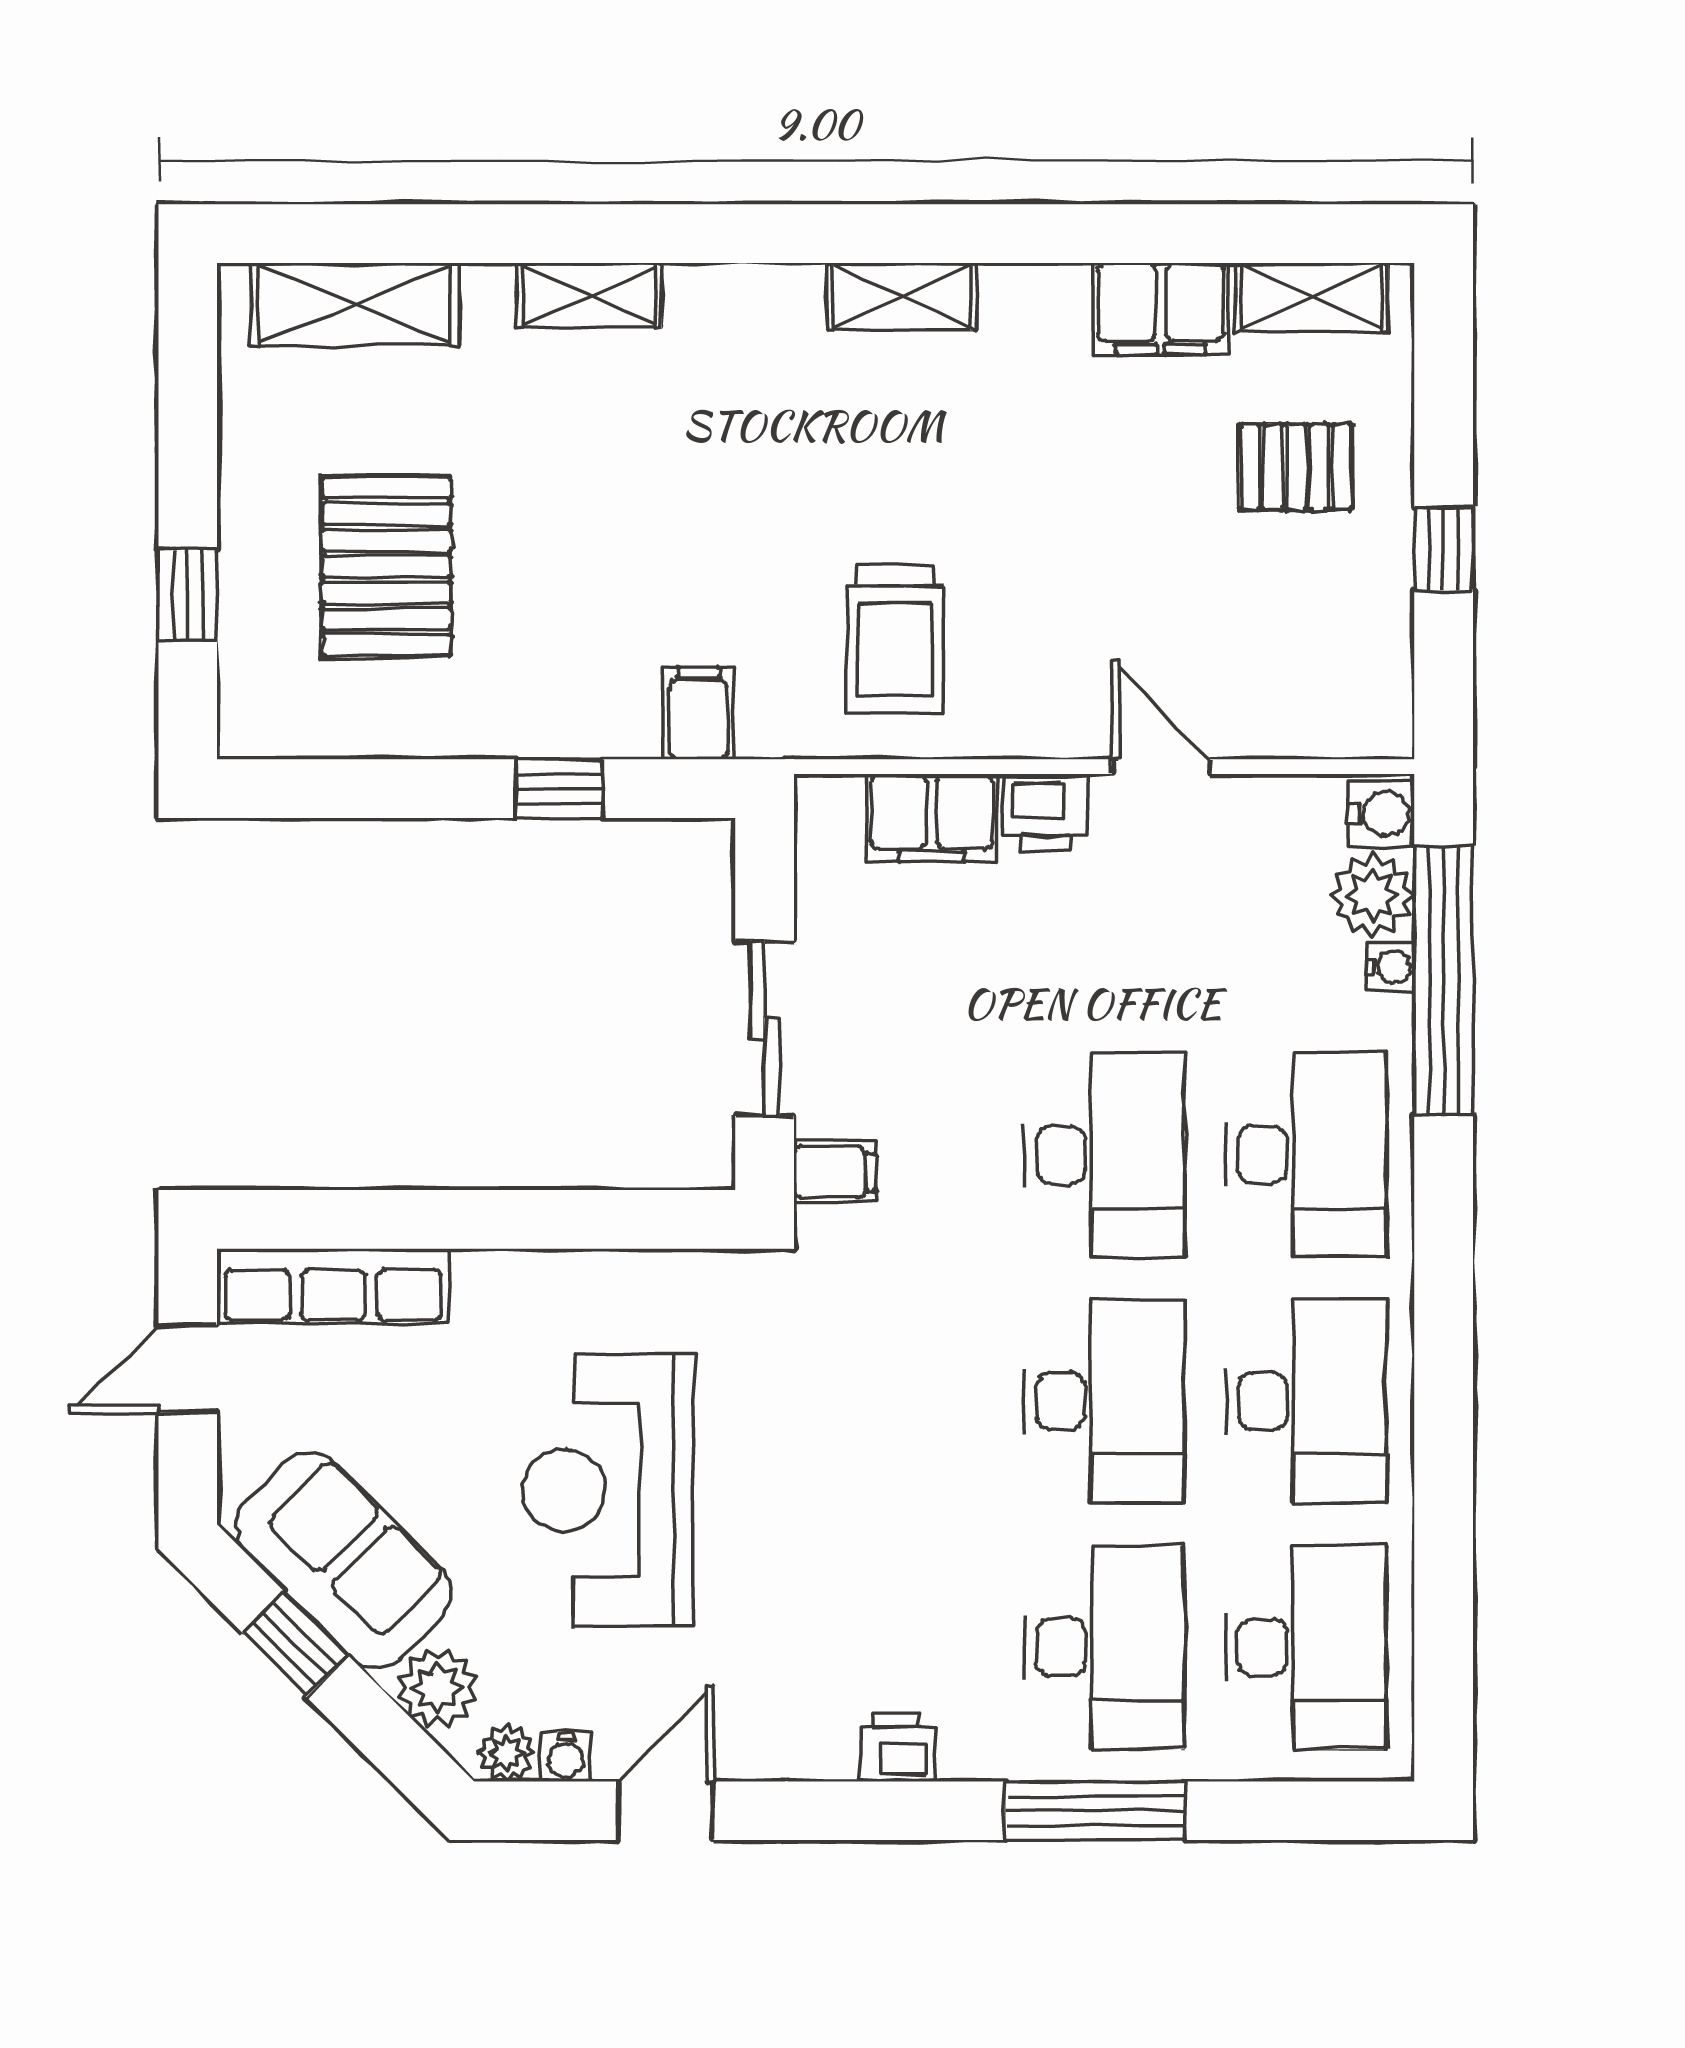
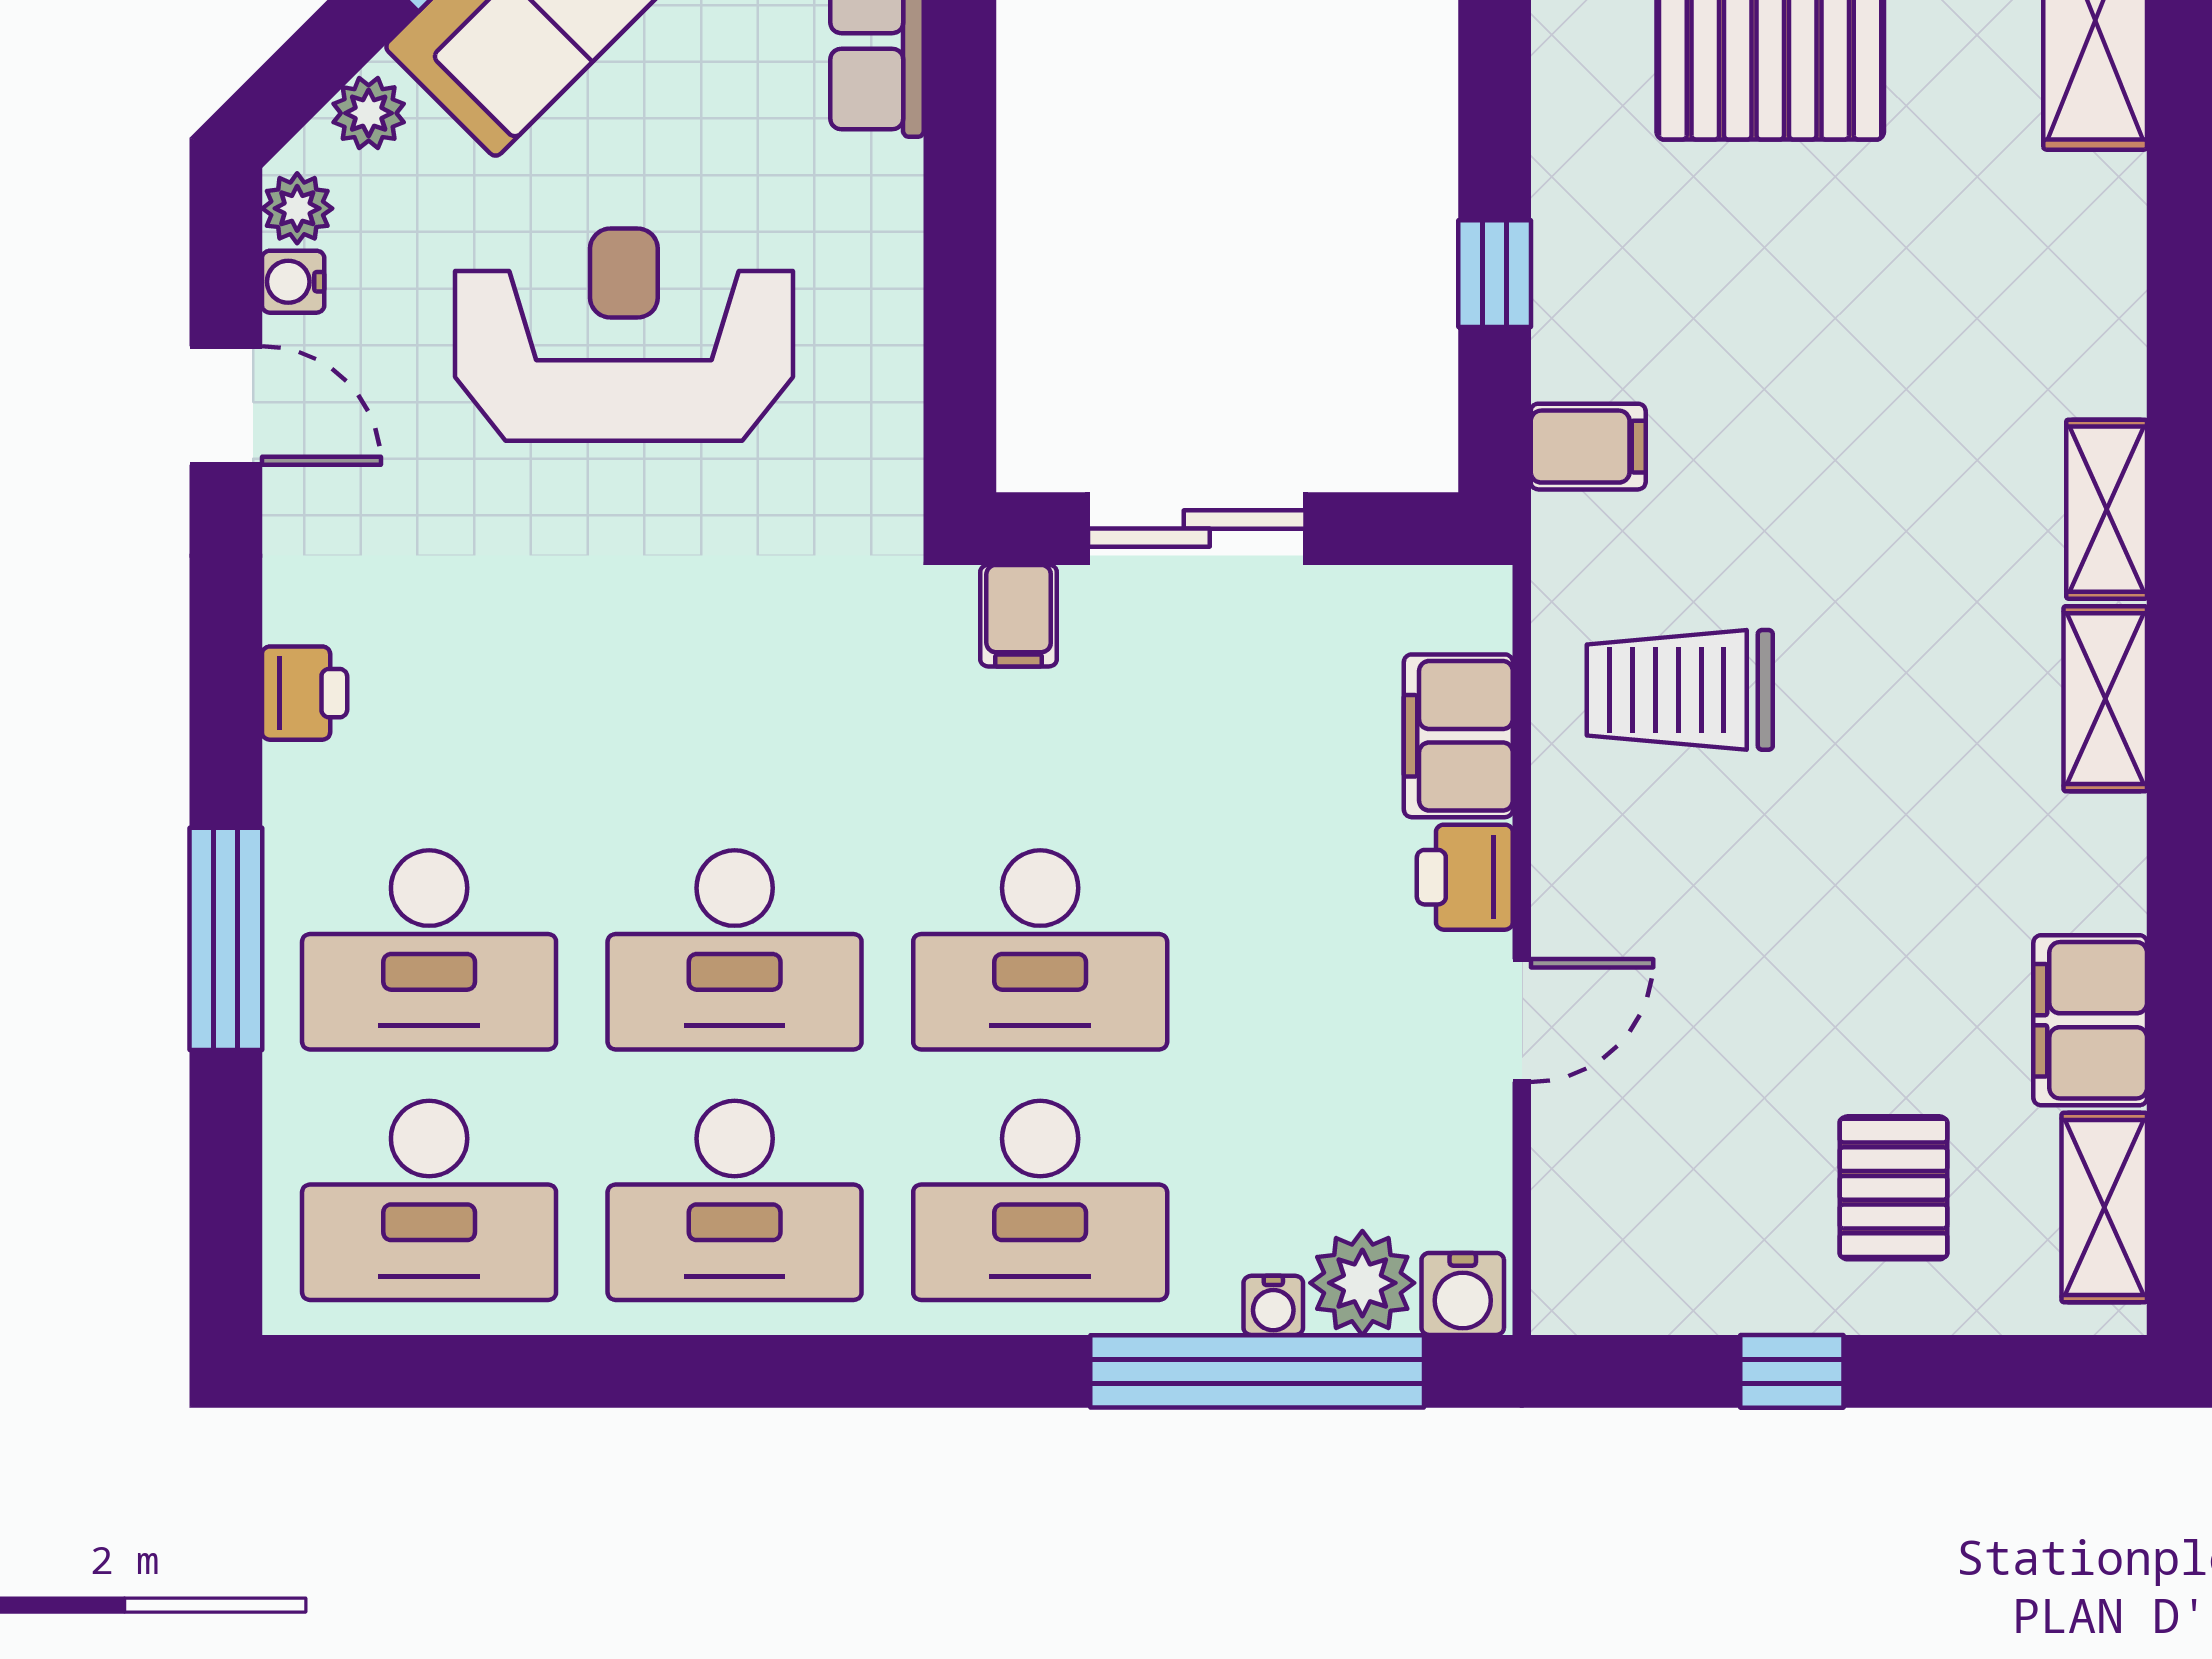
shelving: (589, 295) -> (2107, 509), moved
plant: (438, 1688) -> (369, 113), width x0.73, depth x0.73

